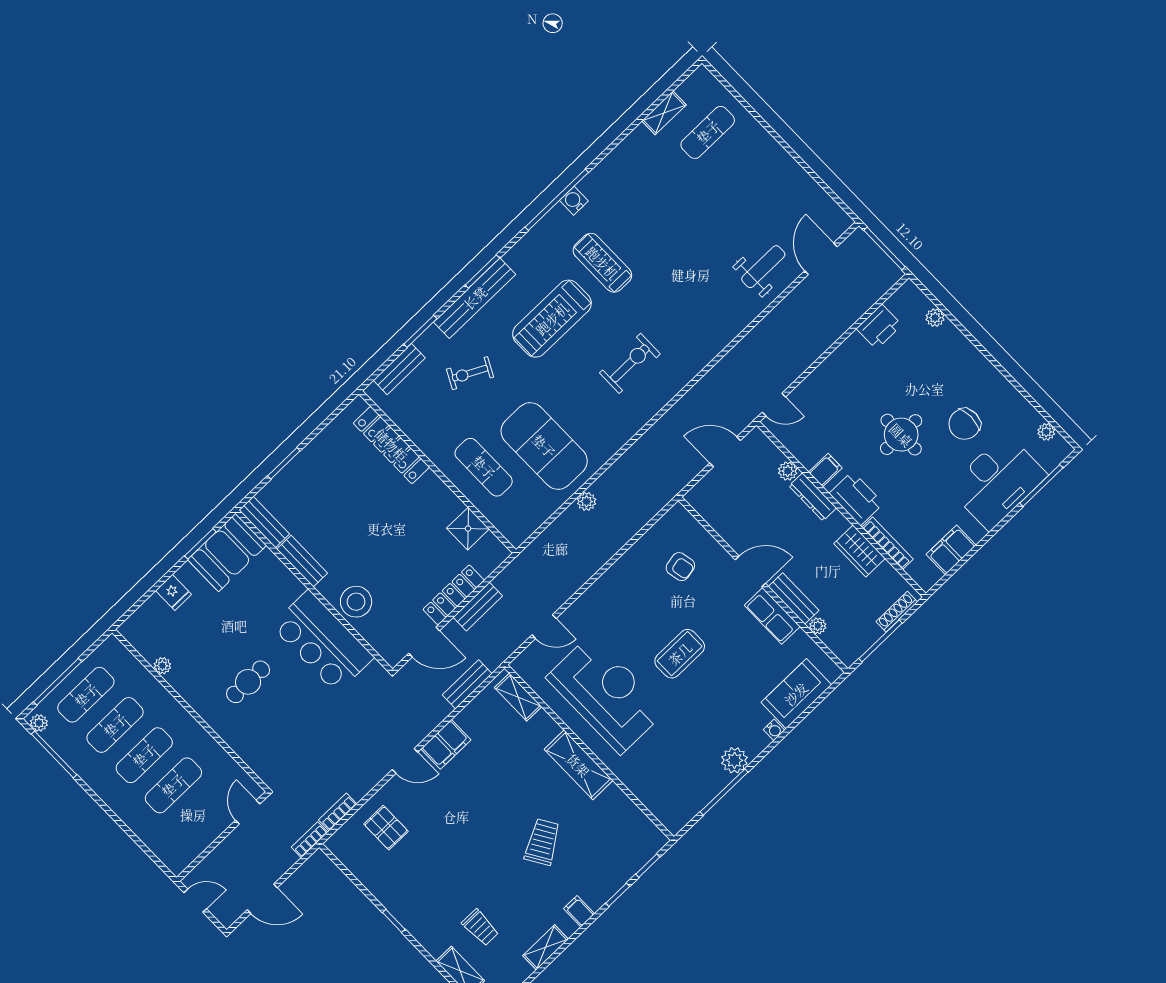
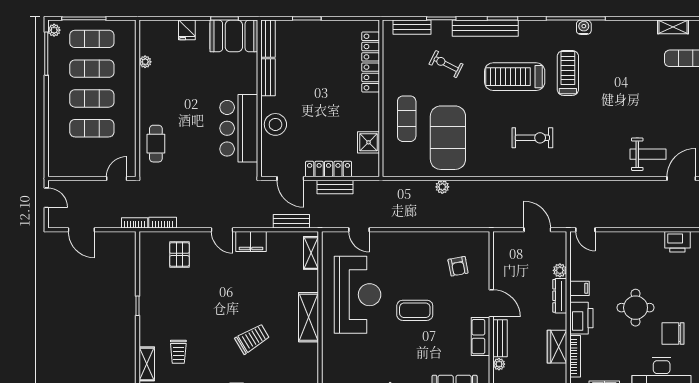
cafe table: (248, 682) -> (156, 144), moved, turned 90

